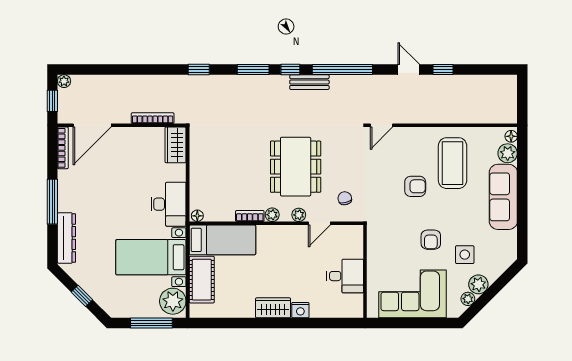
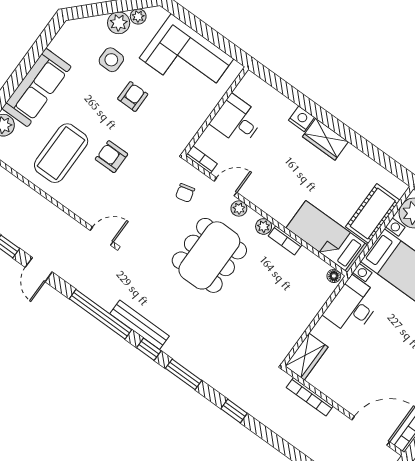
bench: (309, 82) -> (140, 325), width x1.36
bookcase: (350, 230) -> (202, 160), added

